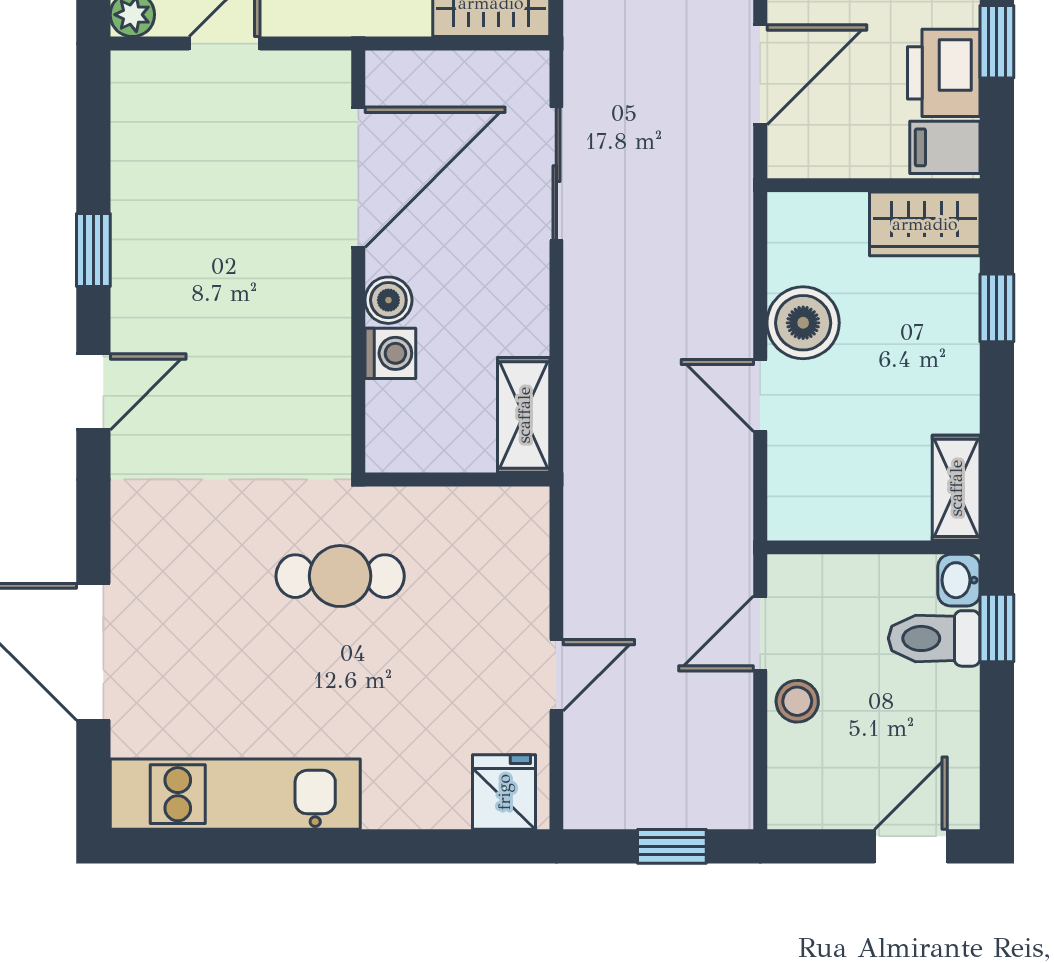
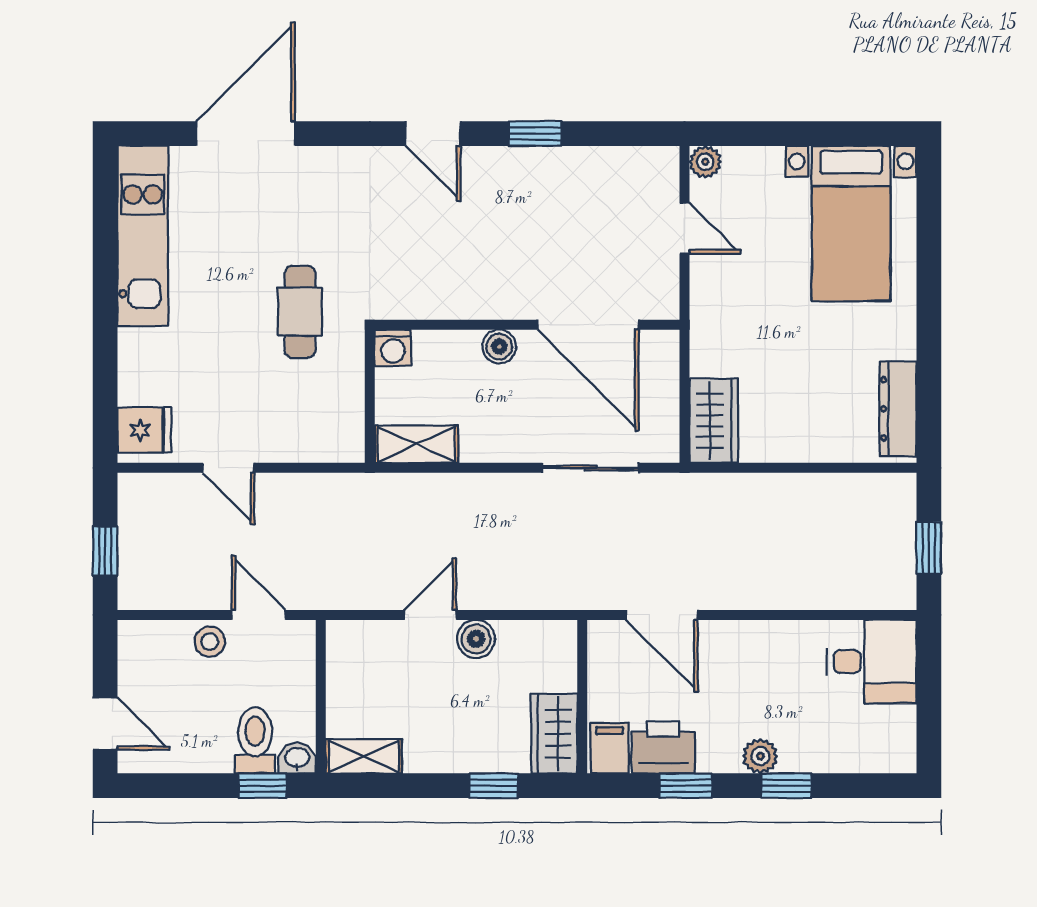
boiler: (803, 323) -> (476, 639), width x0.73, depth x0.73
washing machine: (390, 353) -> (393, 348), moved

